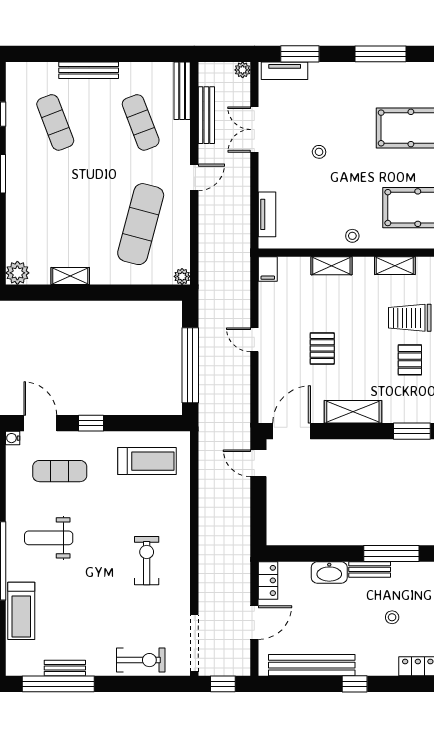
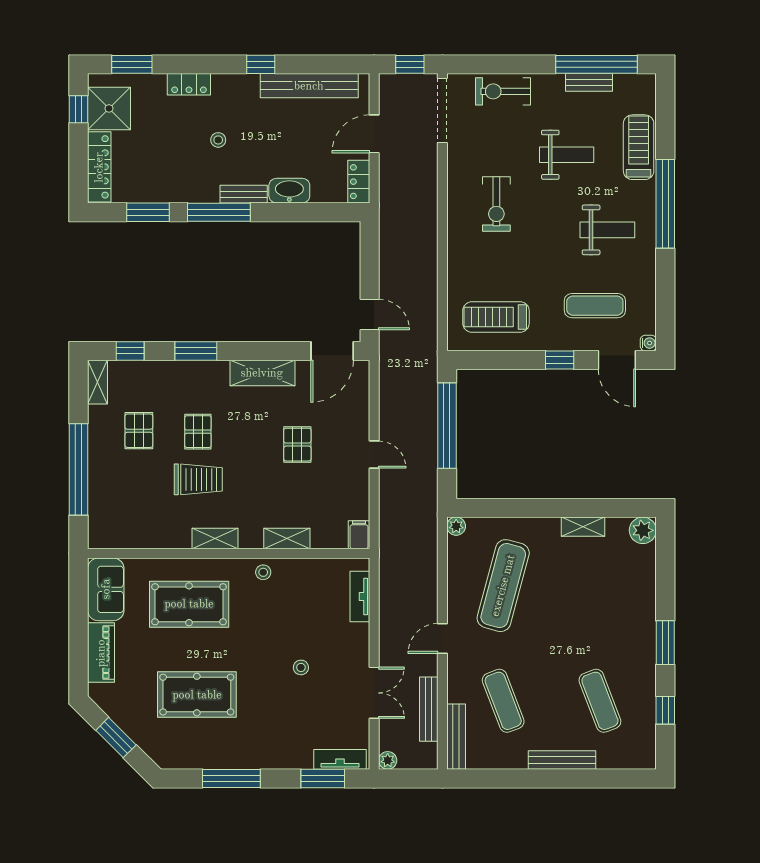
weight bench: (85, 604) -> (567, 155), added

